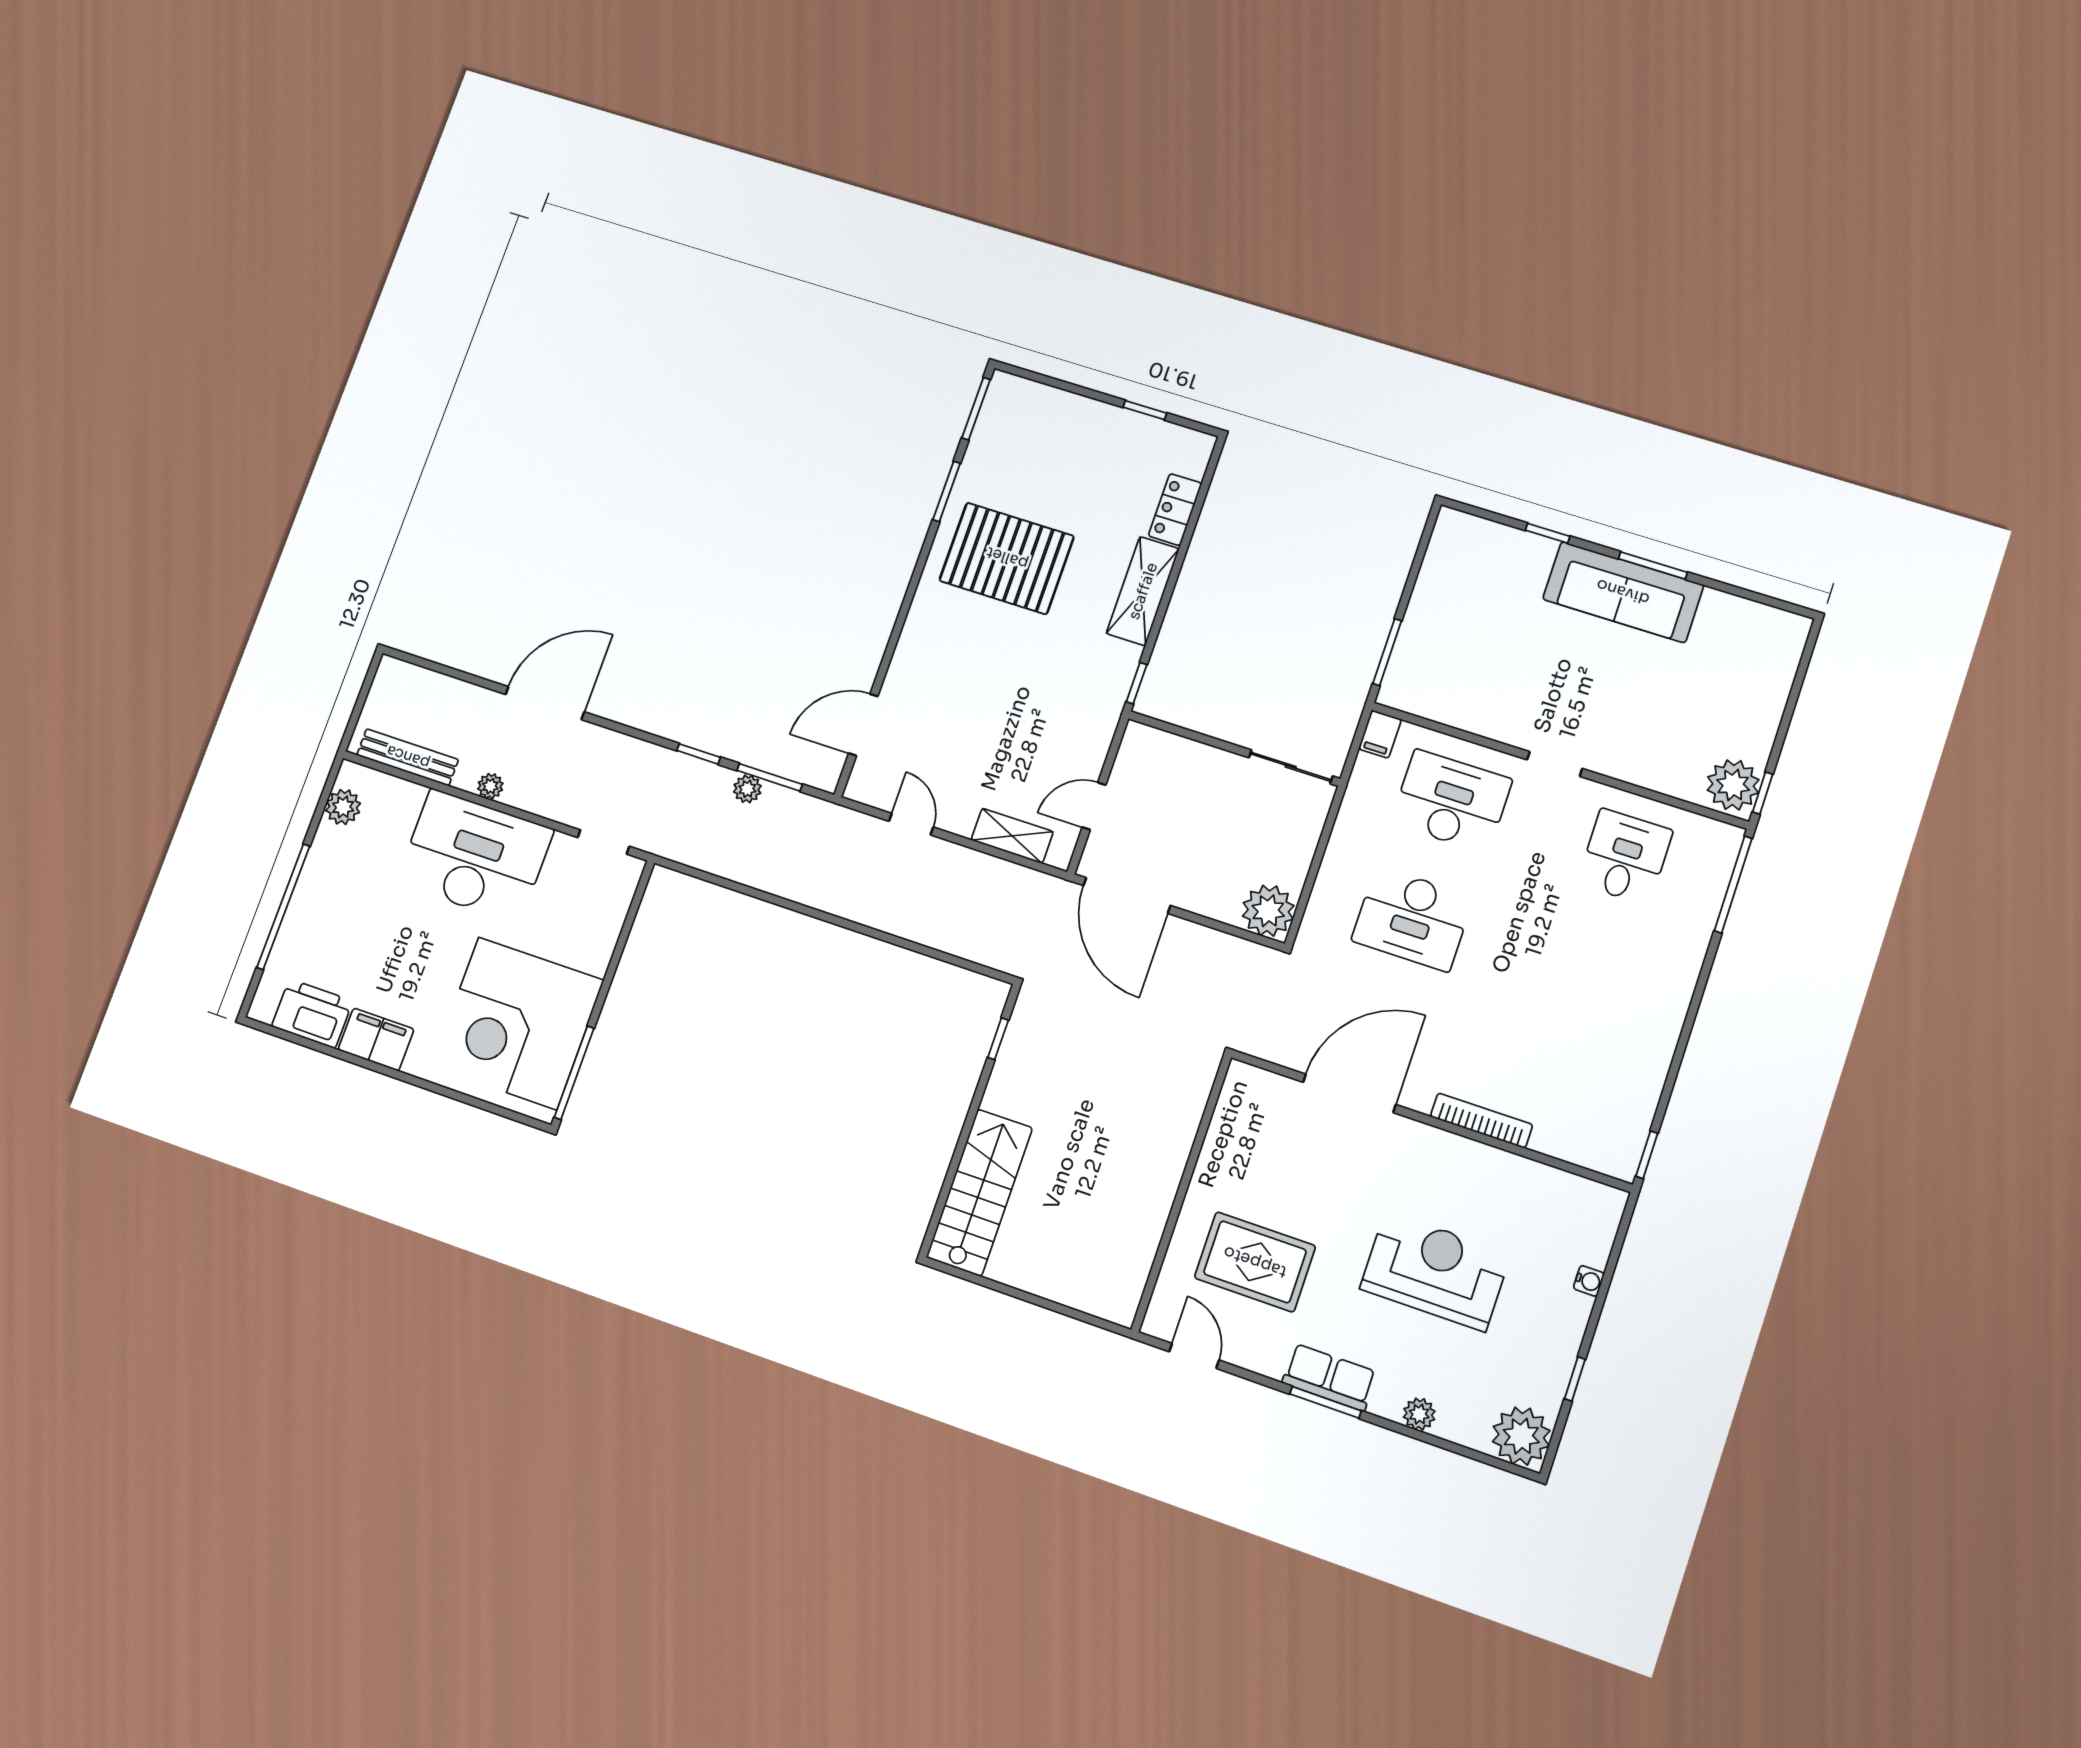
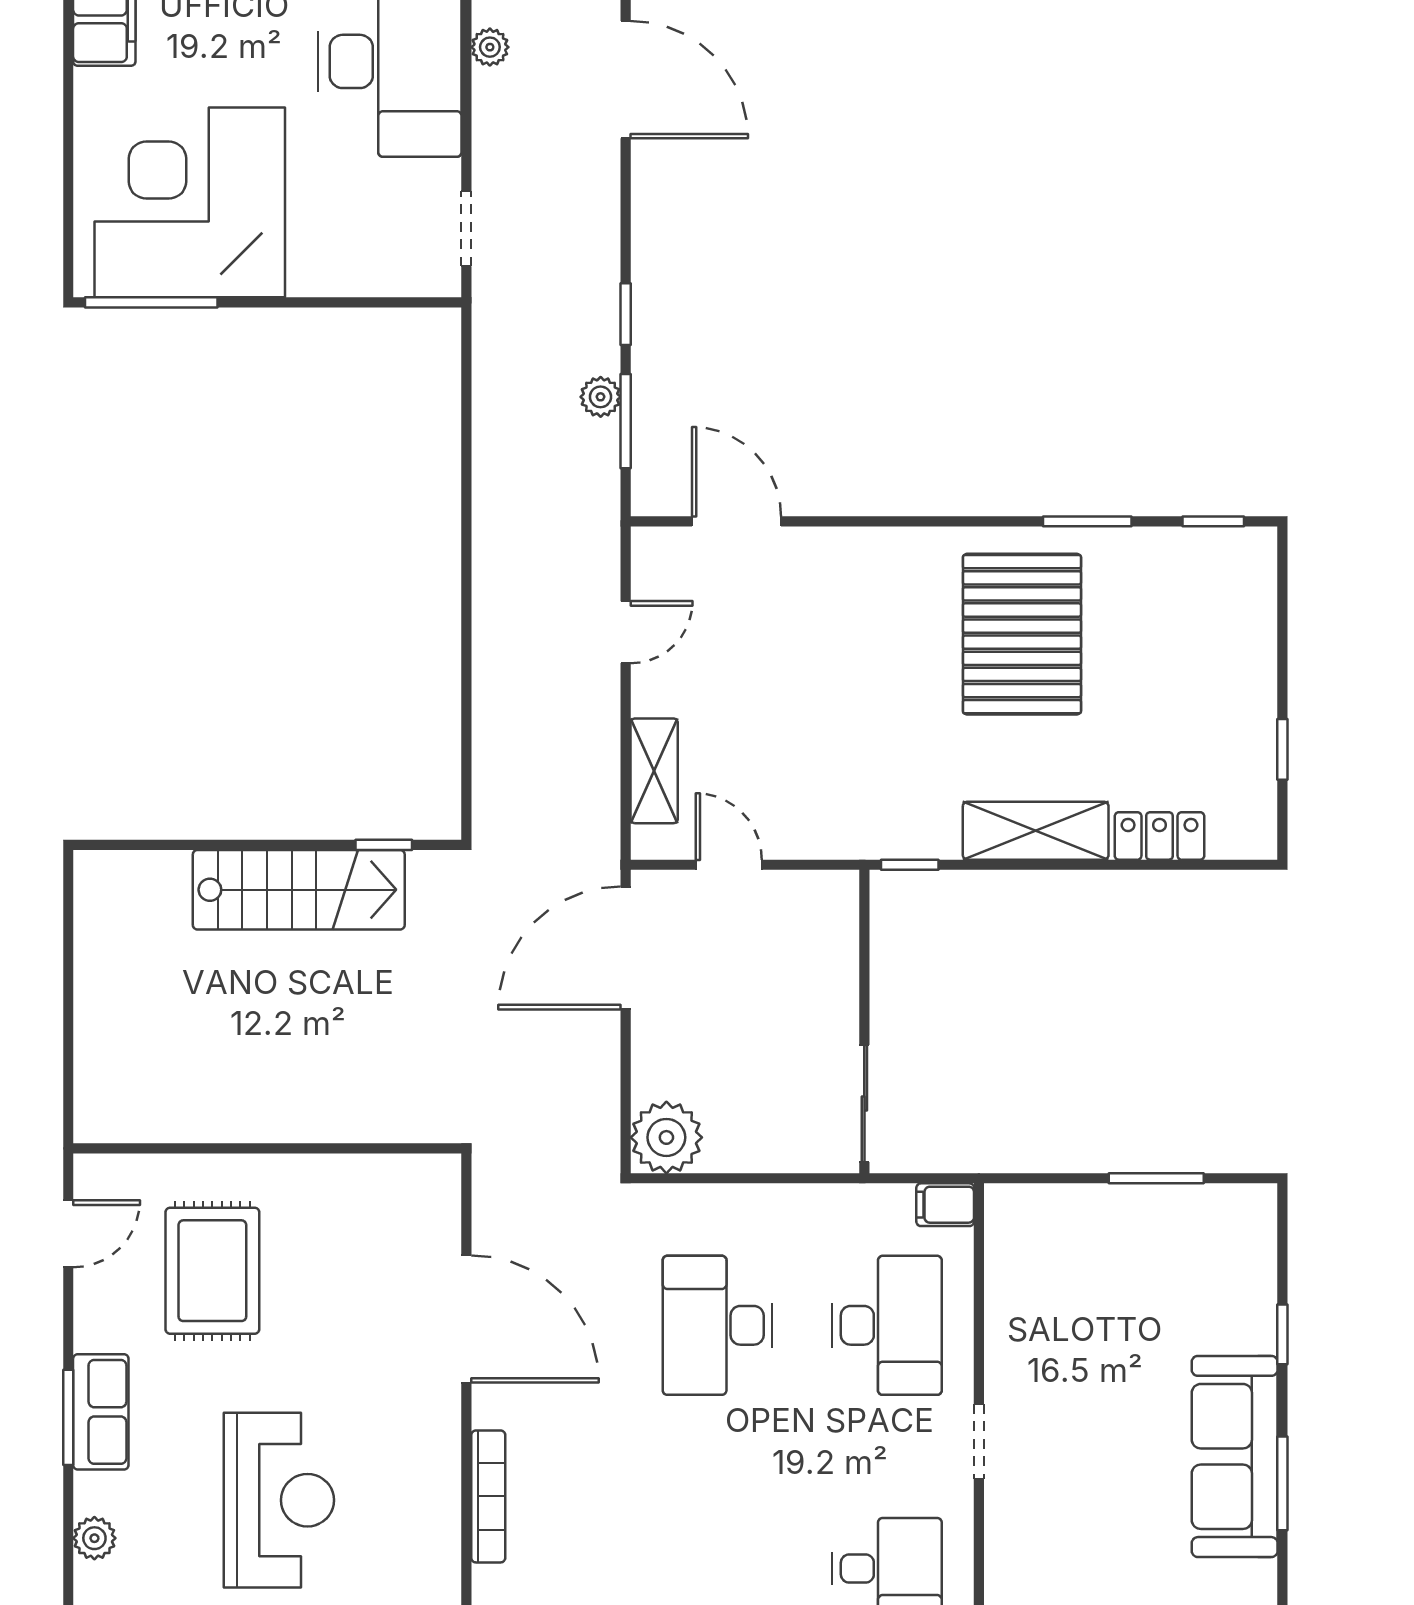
window: (976, 409) -> (1213, 521), width x0.67
window: (1387, 652) -> (1156, 1178), moved
stairs: (979, 1193) -> (299, 890), moved

